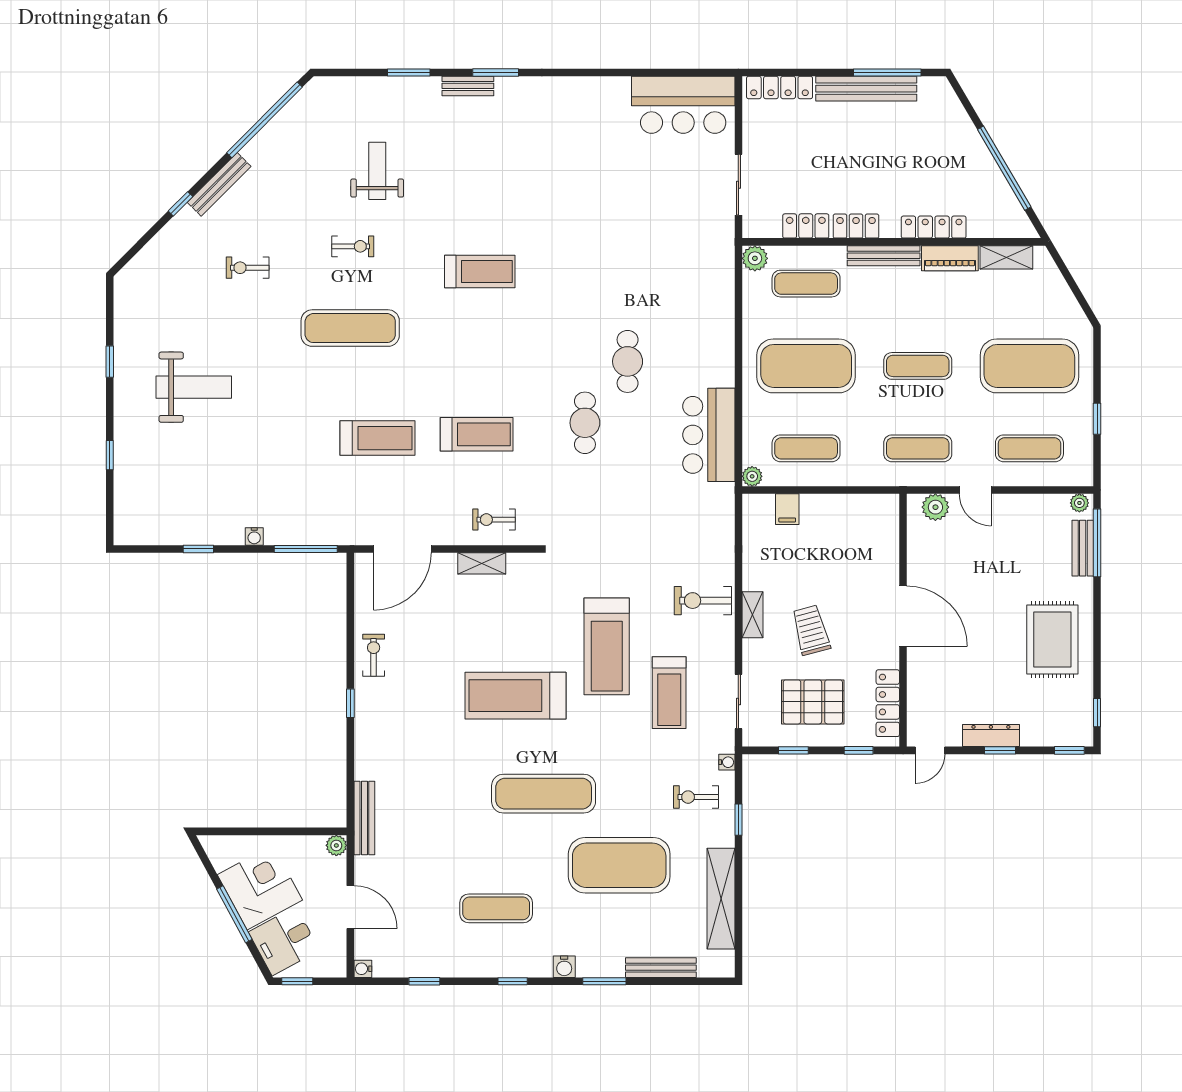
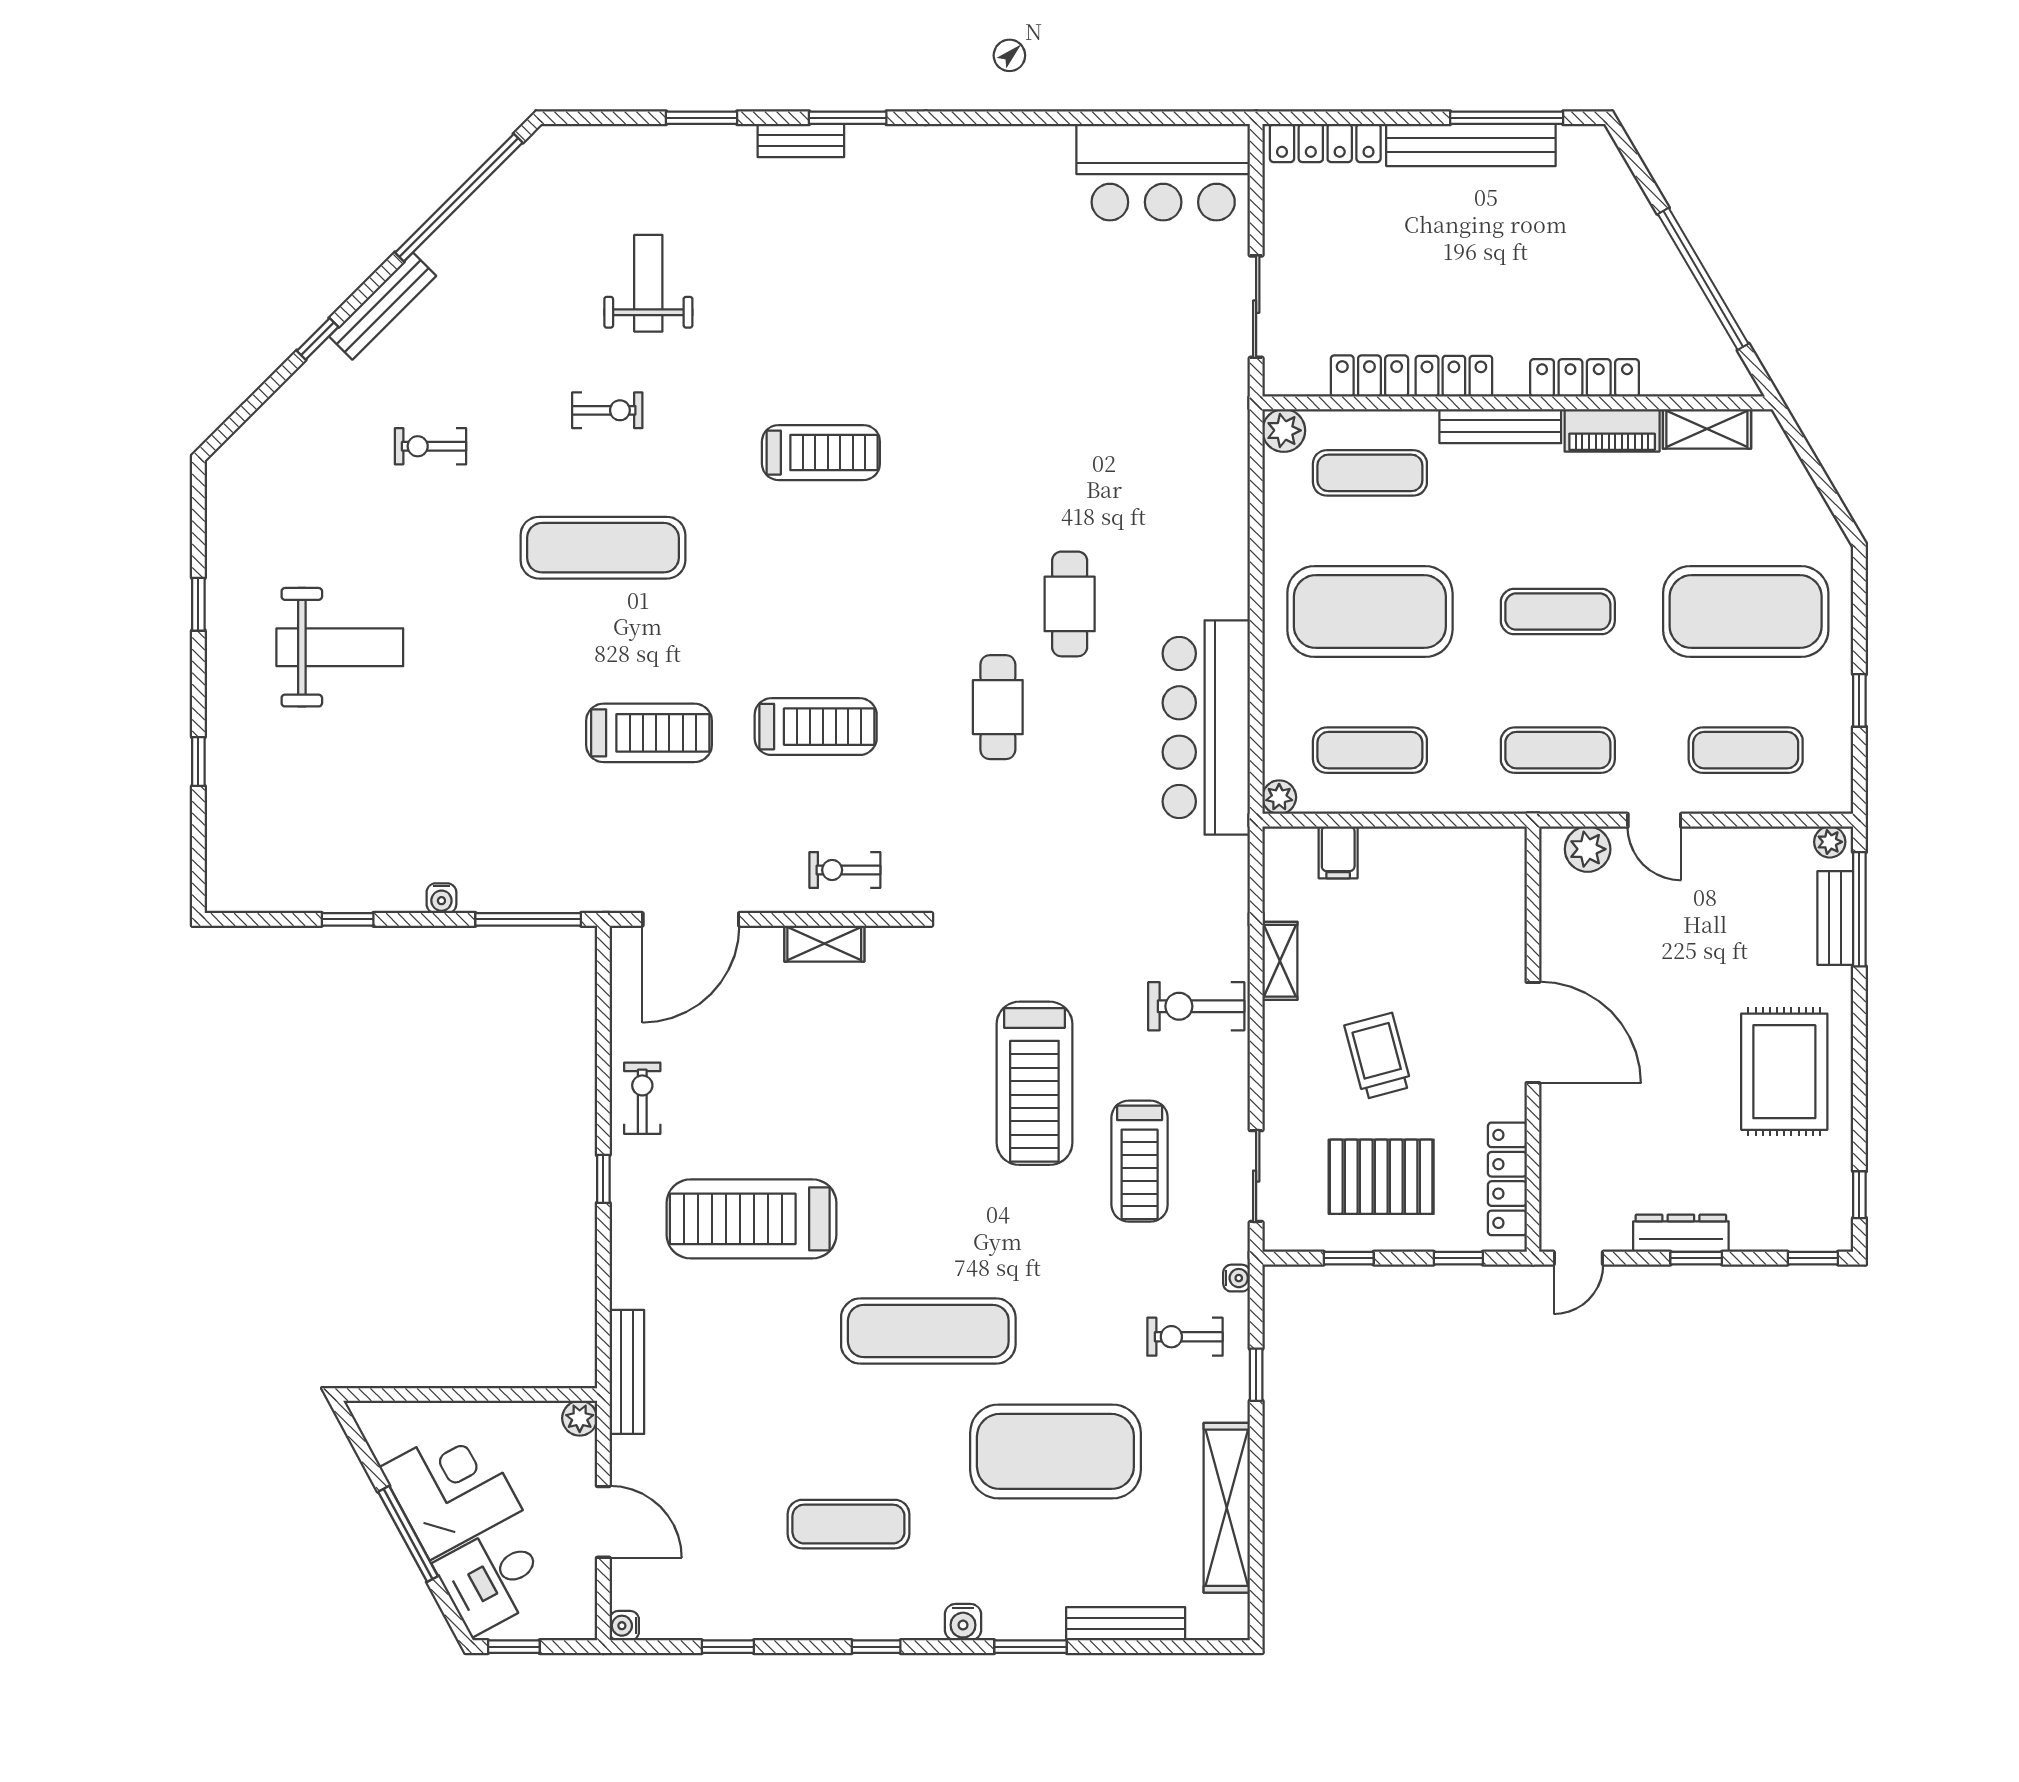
bar counter: (709, 435) -> (1206, 727), width x1.36
shelving: (753, 615) -> (1280, 961), moved
treadmill: (515, 696) -> (751, 1219), moved

